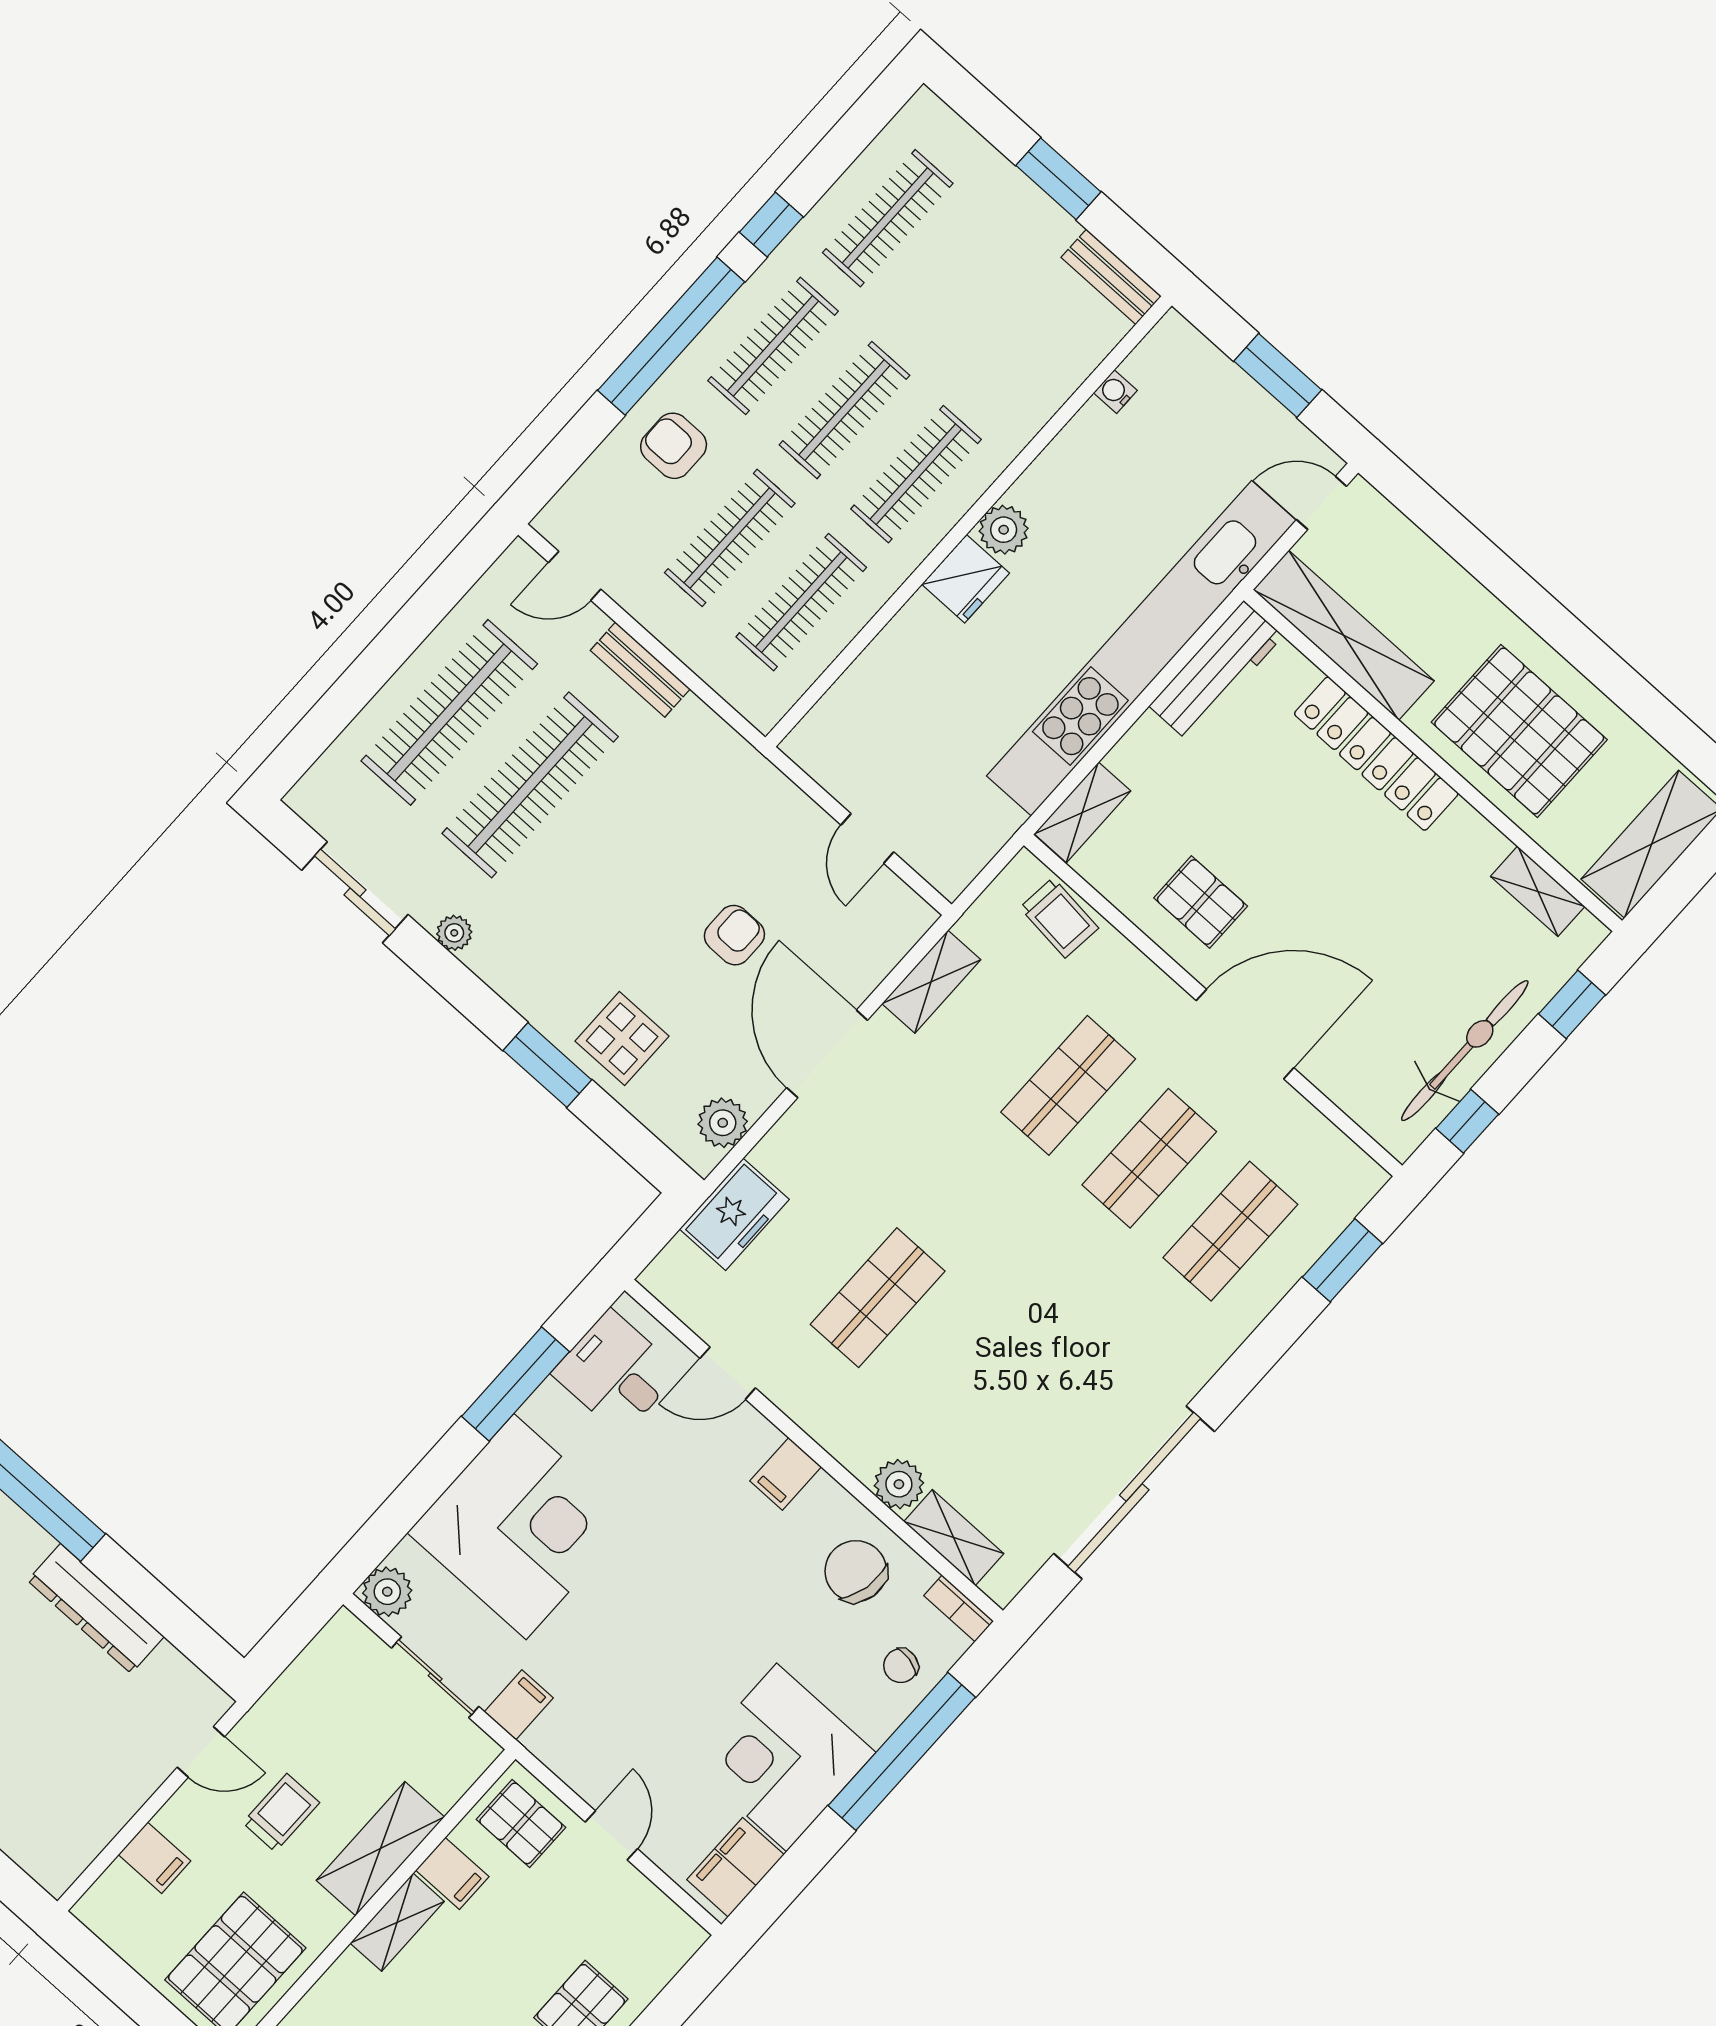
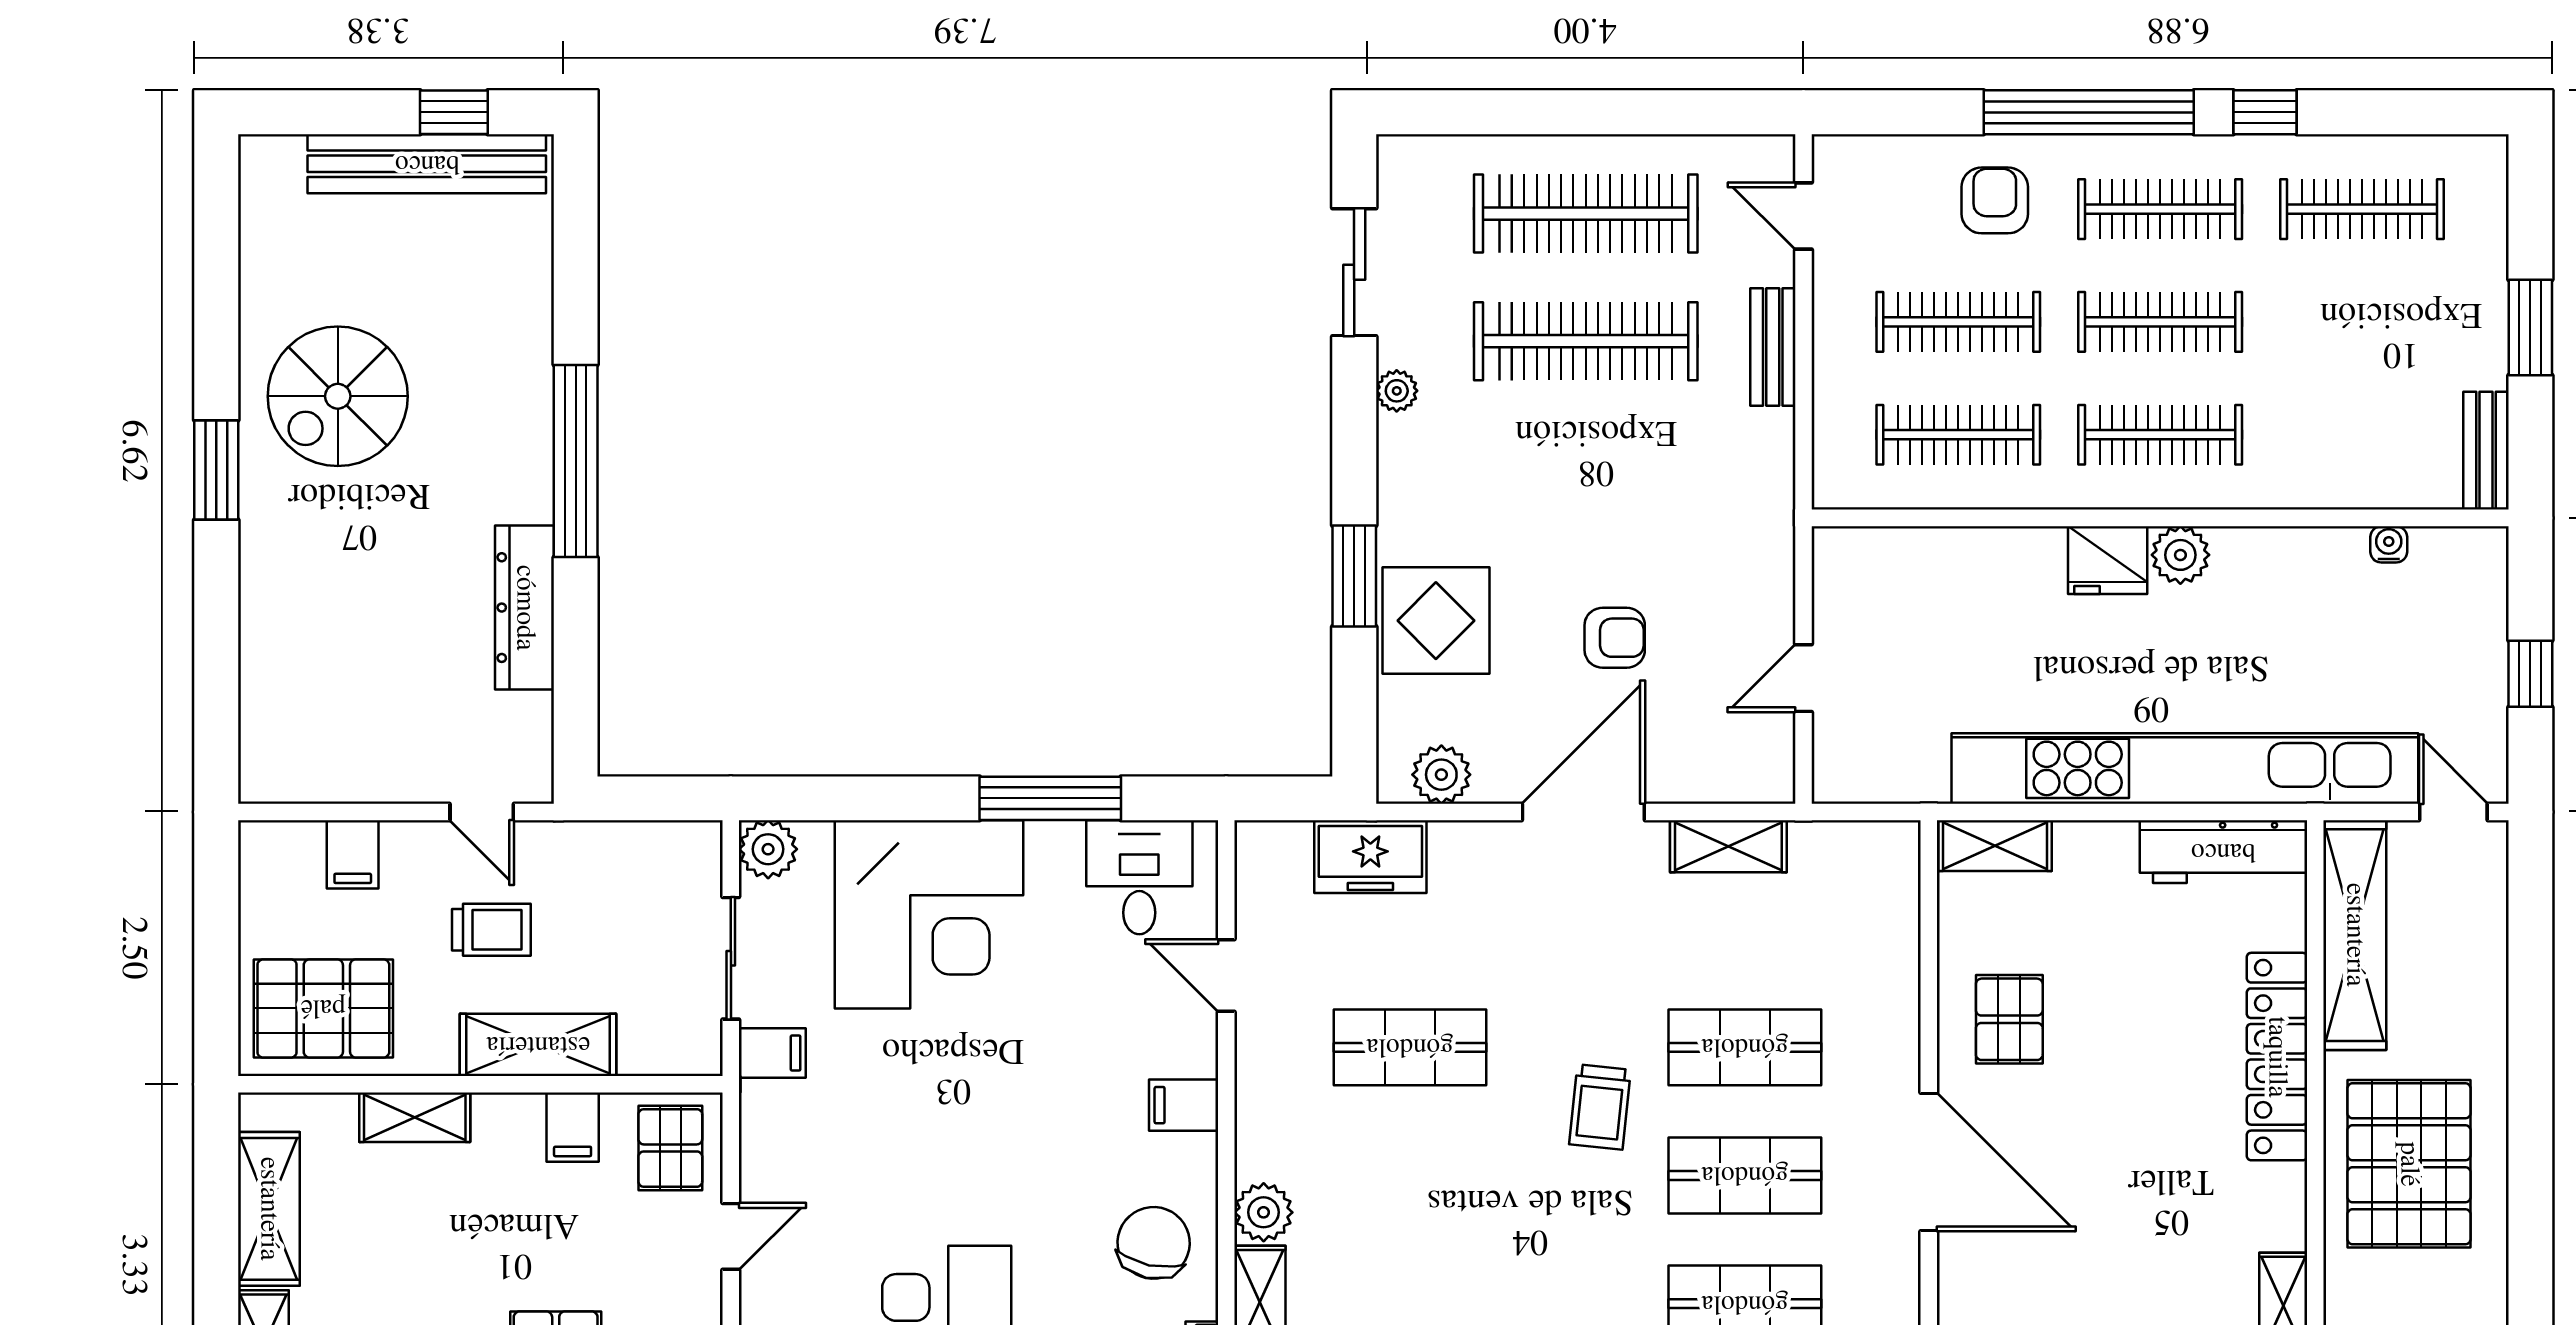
window: (1278, 375) -> (2530, 674), width x0.67
trolley: (1059, 918) -> (1600, 1107), moved
display table: (622, 1039) -> (1436, 621), width x1.36, depth x1.36
shelving: (397, 1922) -> (415, 1117), moved

